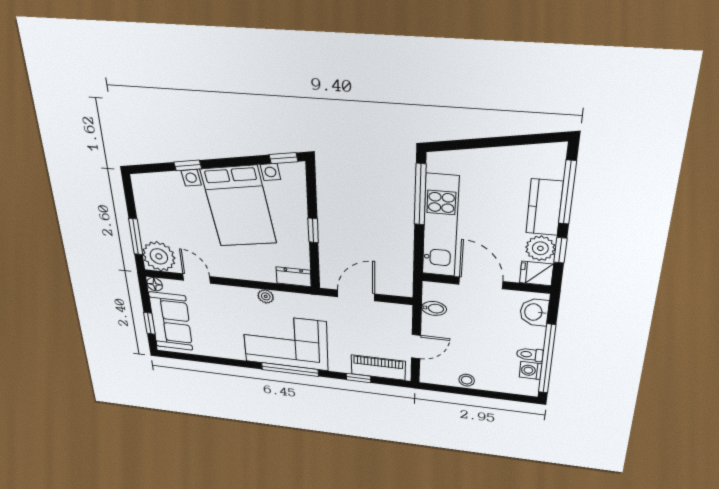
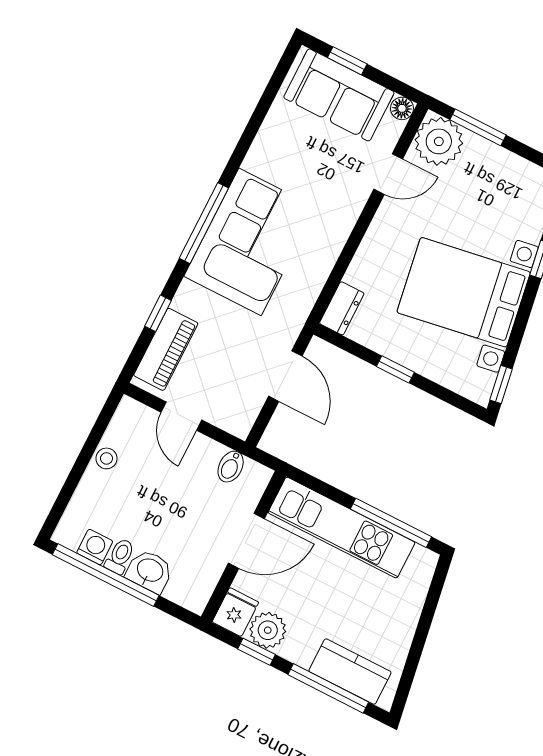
kitchen counter: (544, 207) -> (350, 672), moved
plant: (266, 296) -> (327, 254), removed
washbasin: (534, 312) -> (150, 571), moved

